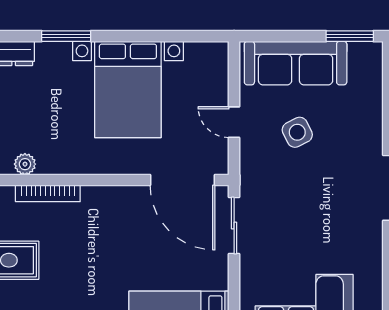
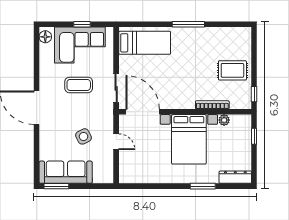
sofa: (296, 63) -> (66, 172), moved
bed with nightstands: (128, 89) -> (189, 139), moved, turned 180
coffee table: (307, 232) -> (79, 85), added

